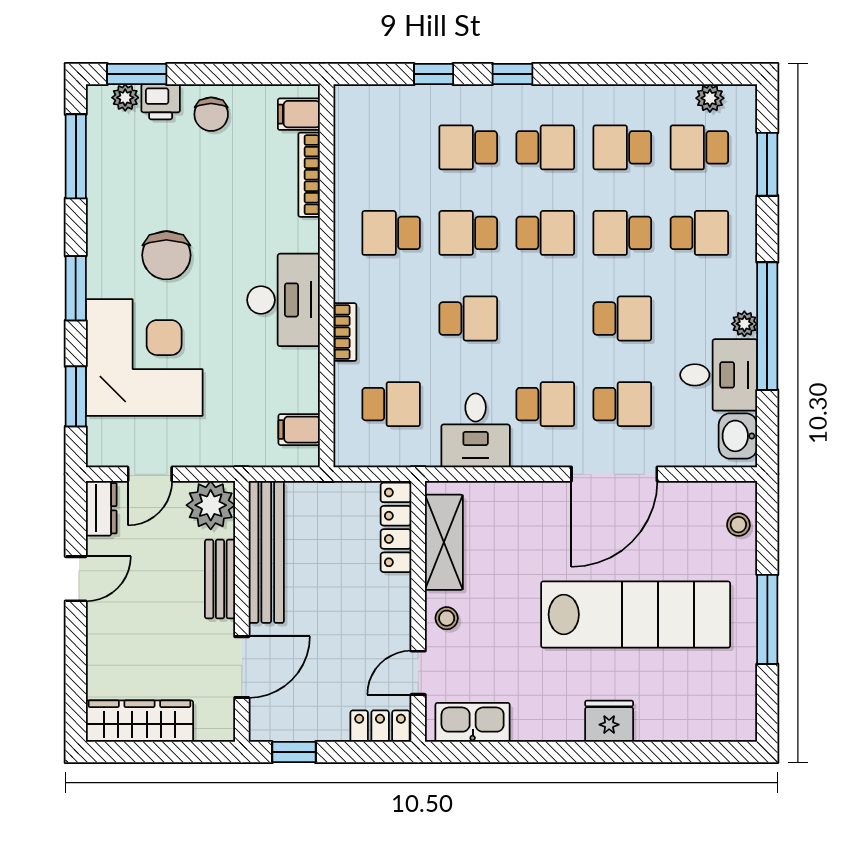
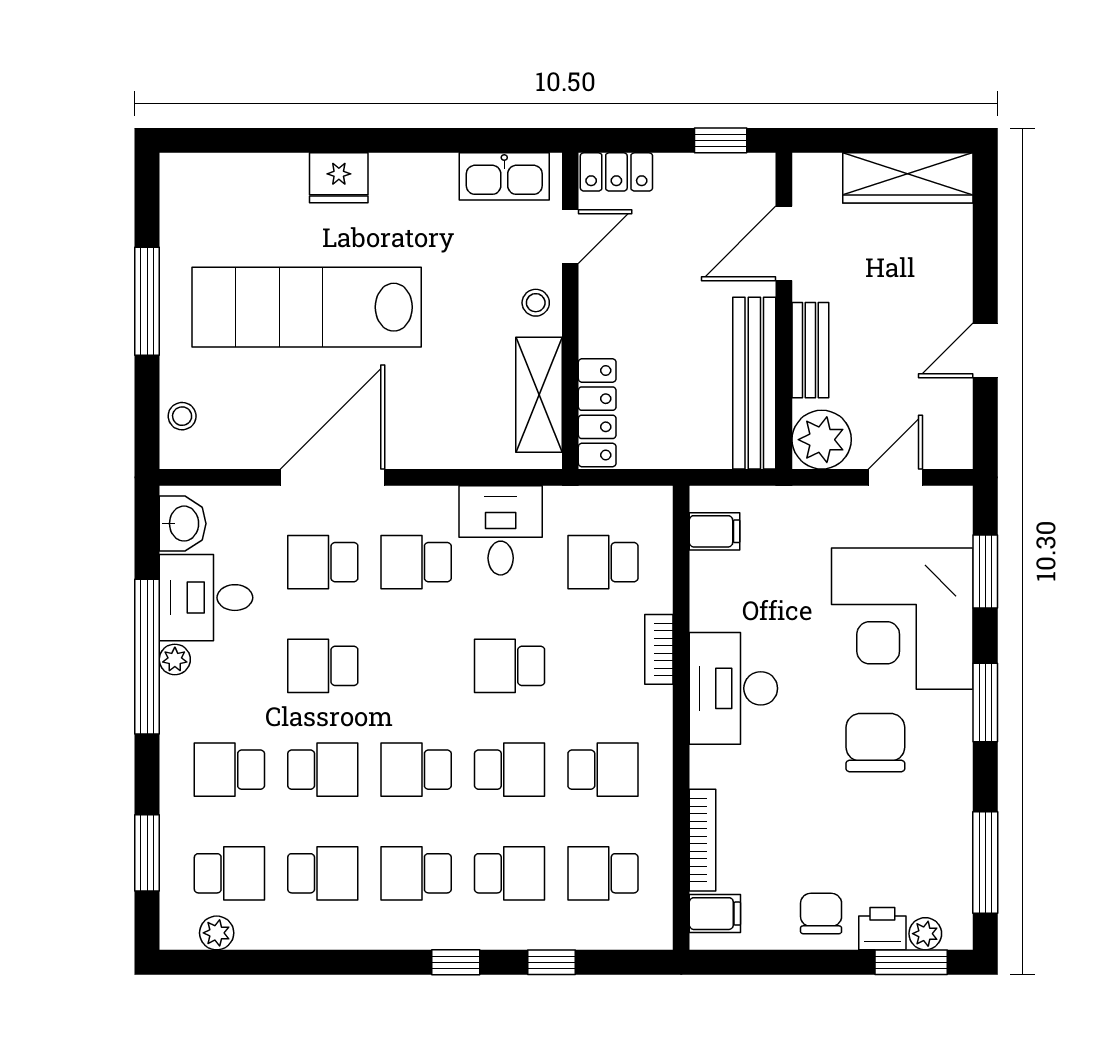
school desk: (391, 147) -> (603, 873), added
dresser: (101, 508) -> (954, 436), removed

